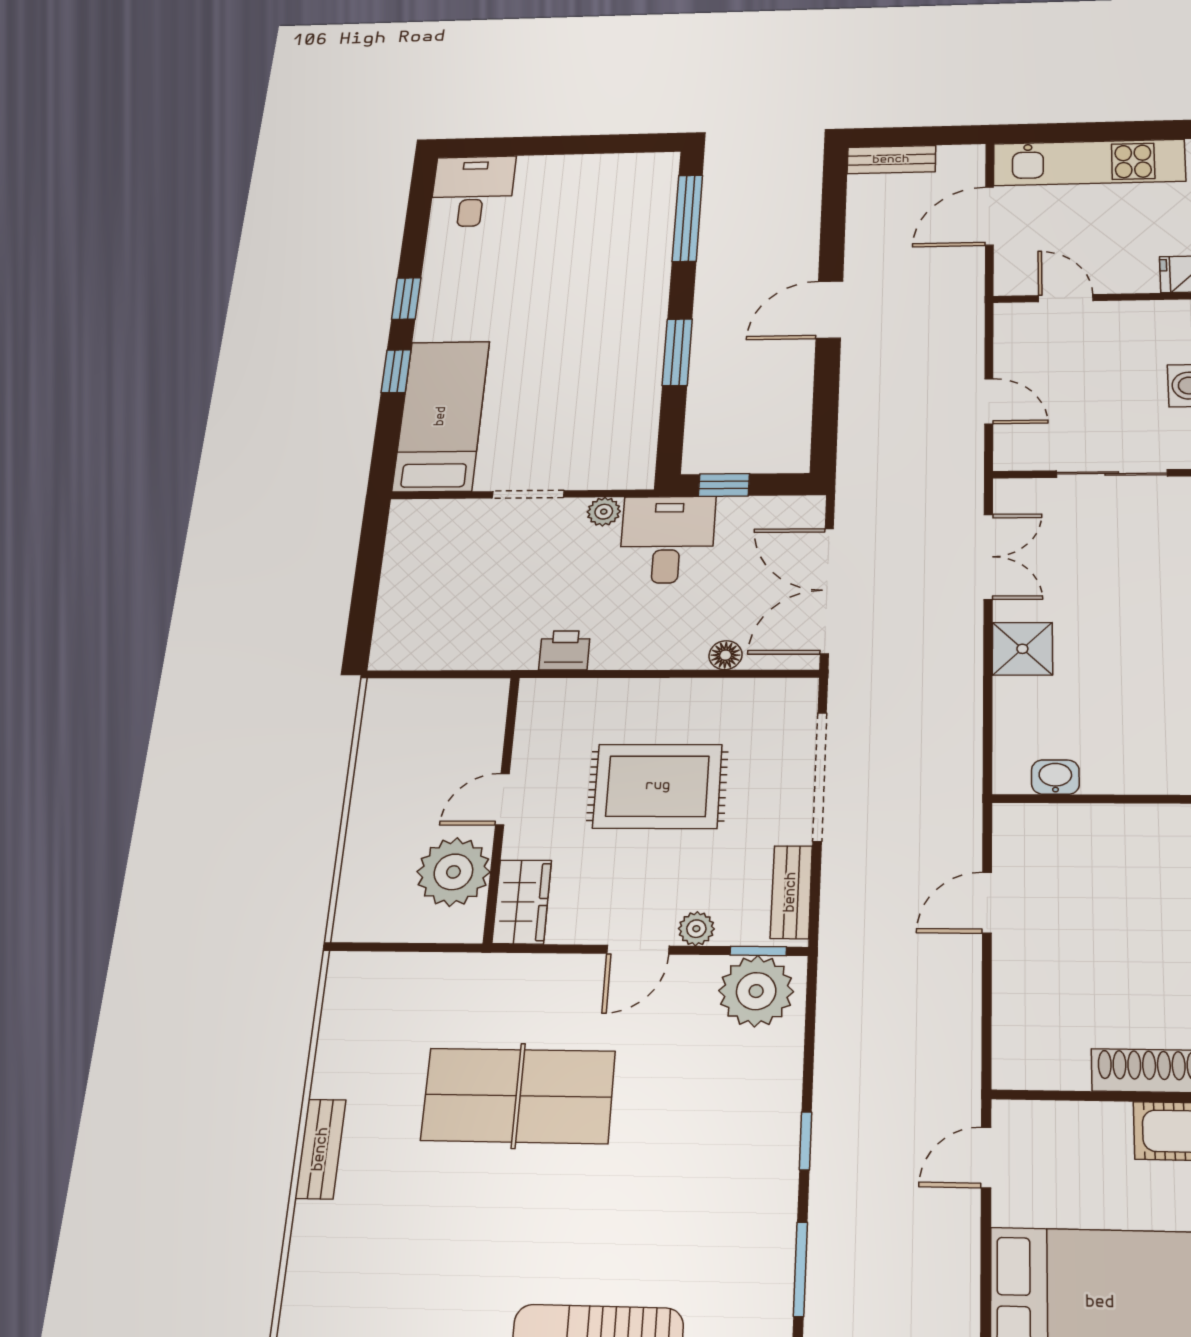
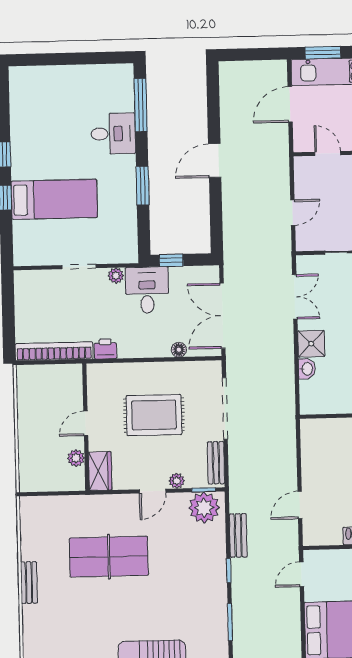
window: (1059, 133) -> (323, 53), added
bench: (891, 160) -> (238, 535), moved, turned 90
desk: (472, 191) -> (113, 134), moved, turned 90
door: (989, 401) -> (293, 213), hinge flipped
bed: (441, 416) -> (54, 199), moved, turned 90
bookcase: (453, 653) -> (54, 351), added
washbasin: (1055, 777) -> (307, 369), moved, turned 90
plant: (453, 872) -> (76, 458), width x0.53, depth x0.53
door: (987, 903) -> (300, 505), moved

